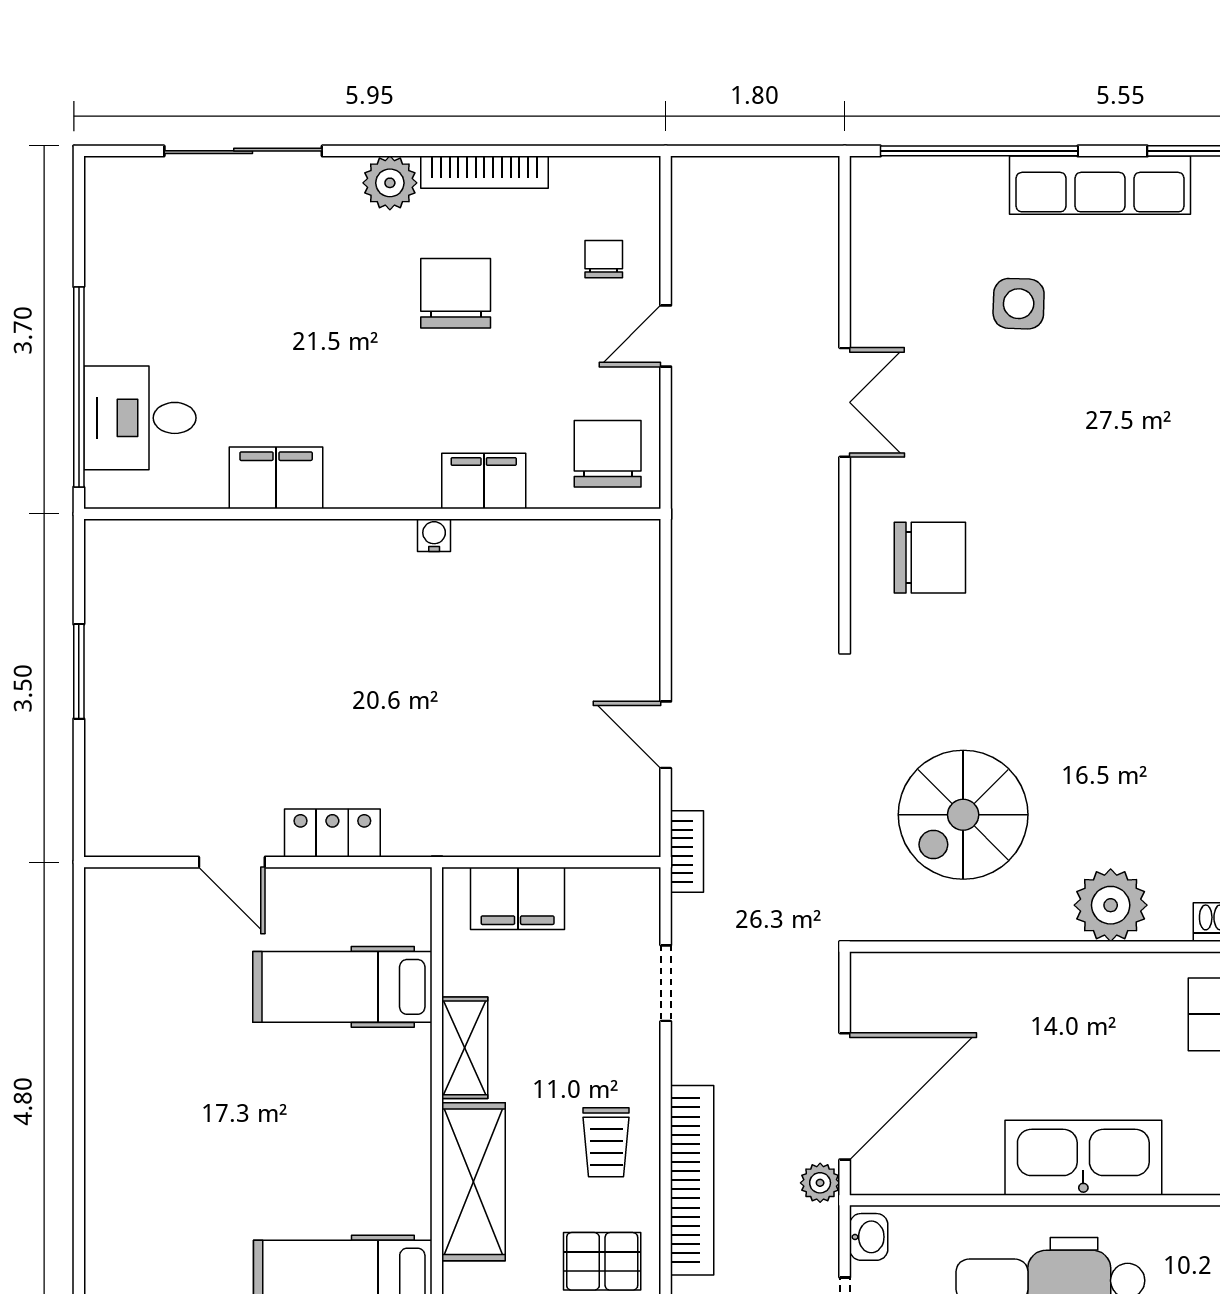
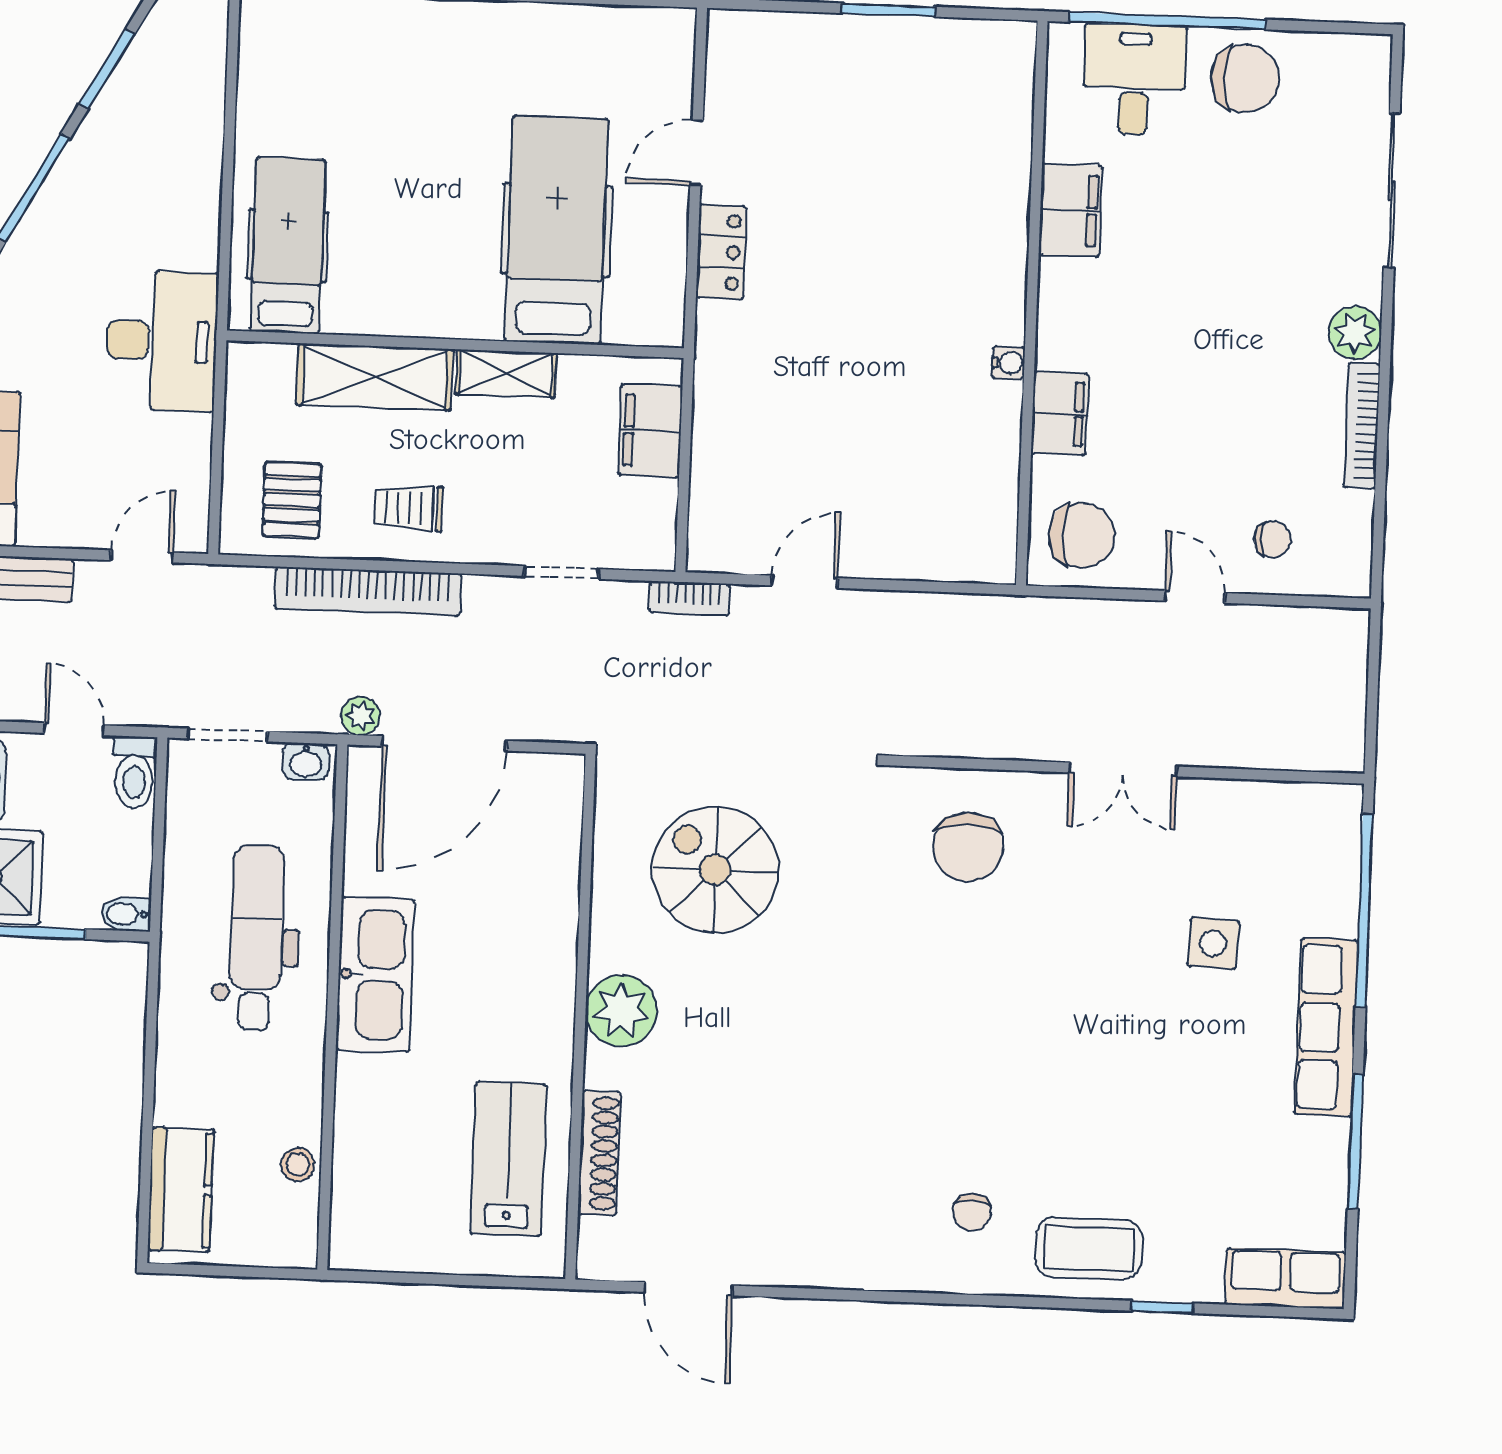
chair: (456, 293) -> (1245, 79), moved
hospital bed: (342, 987) -> (557, 230), width x1.37, depth x1.29
door: (845, 1096) -> (444, 743), hinge flipped

